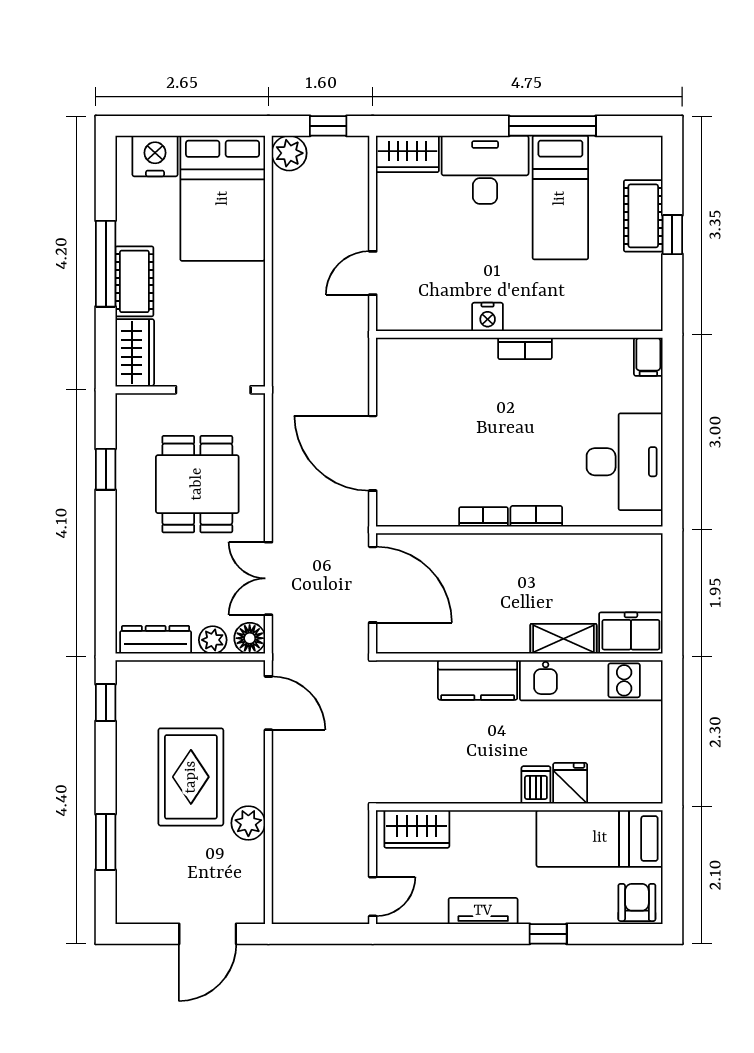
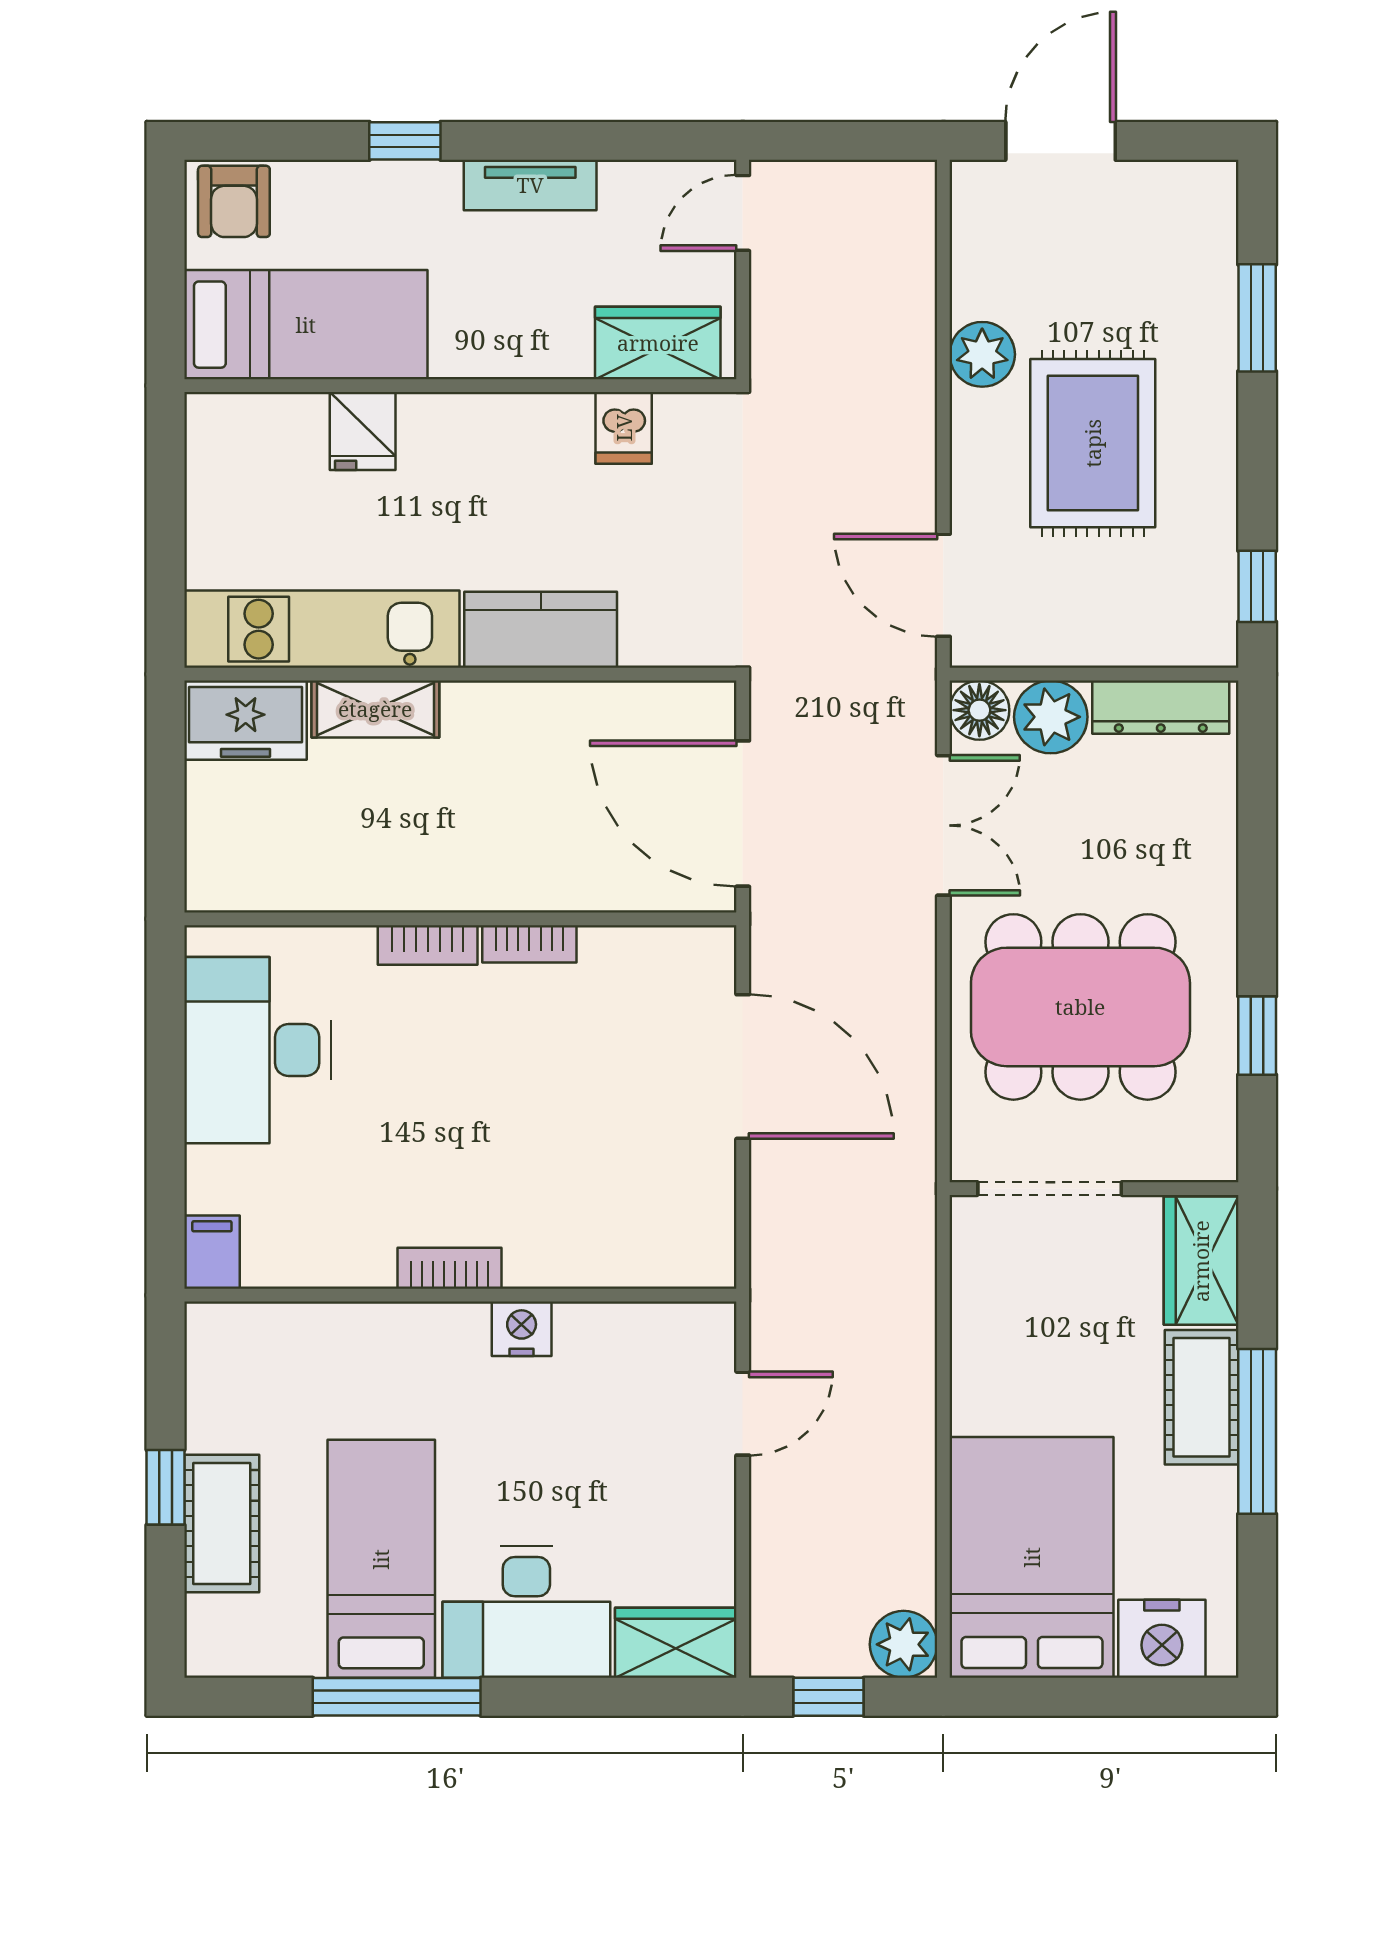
dining table: (197, 484) -> (1080, 1007), width x1.38
plant: (213, 640) -> (1051, 717), width x1.38, depth x1.38
dishwasher: (536, 785) -> (624, 428), moved

